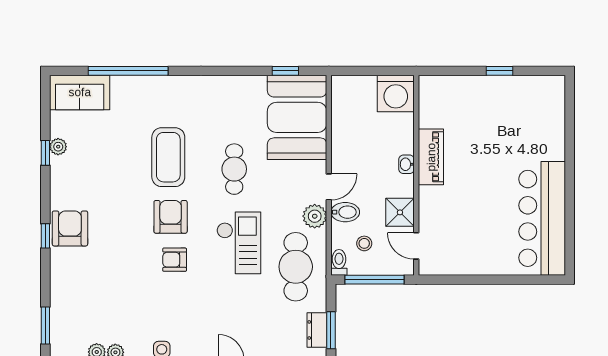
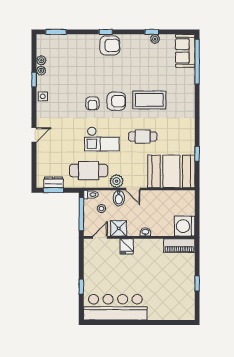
window: (128, 71) -> (197, 62), moved
window: (285, 71) -> (197, 154), moved
piano: (431, 157) -> (179, 246), moved
fridge: (432, 198) -> (127, 246), added
armchair: (175, 260) -> (92, 103), turned 180
window: (505, 280) -> (81, 287), added

